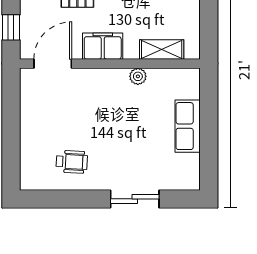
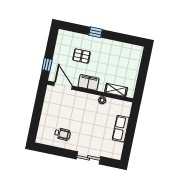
door: (53, 64) -> (63, 86), hinge flipped

